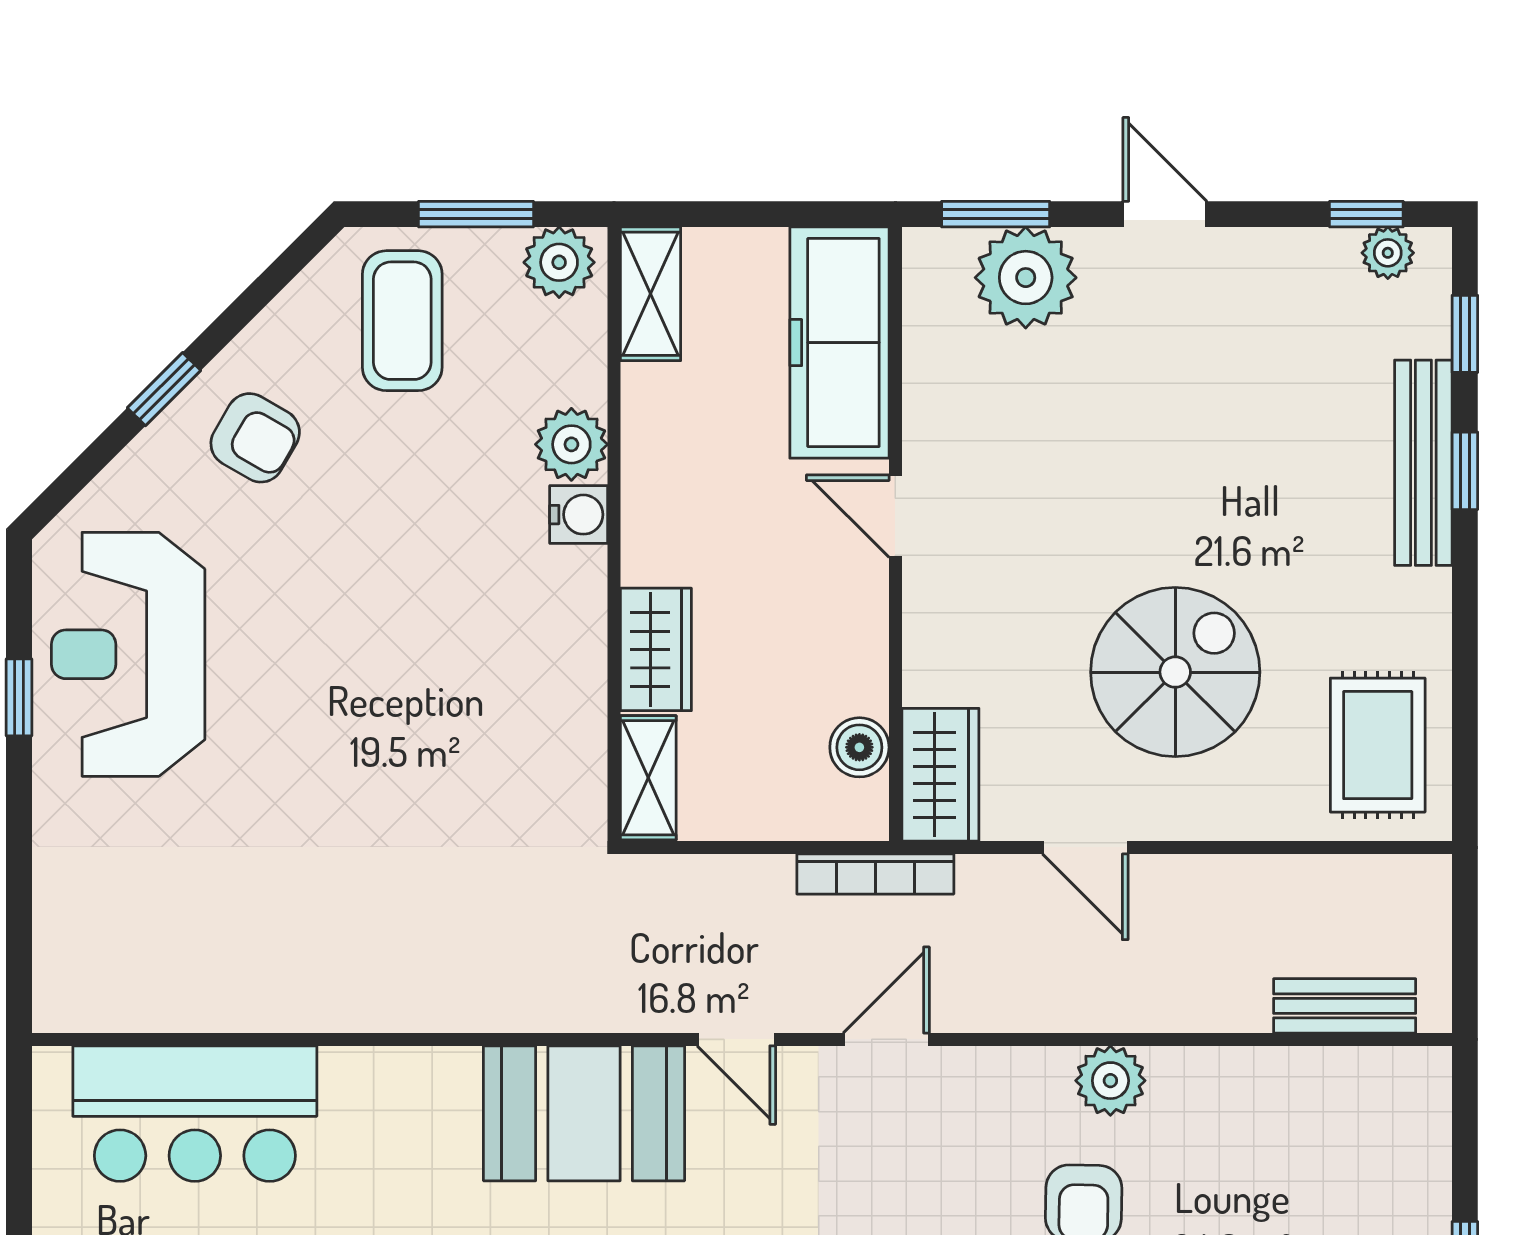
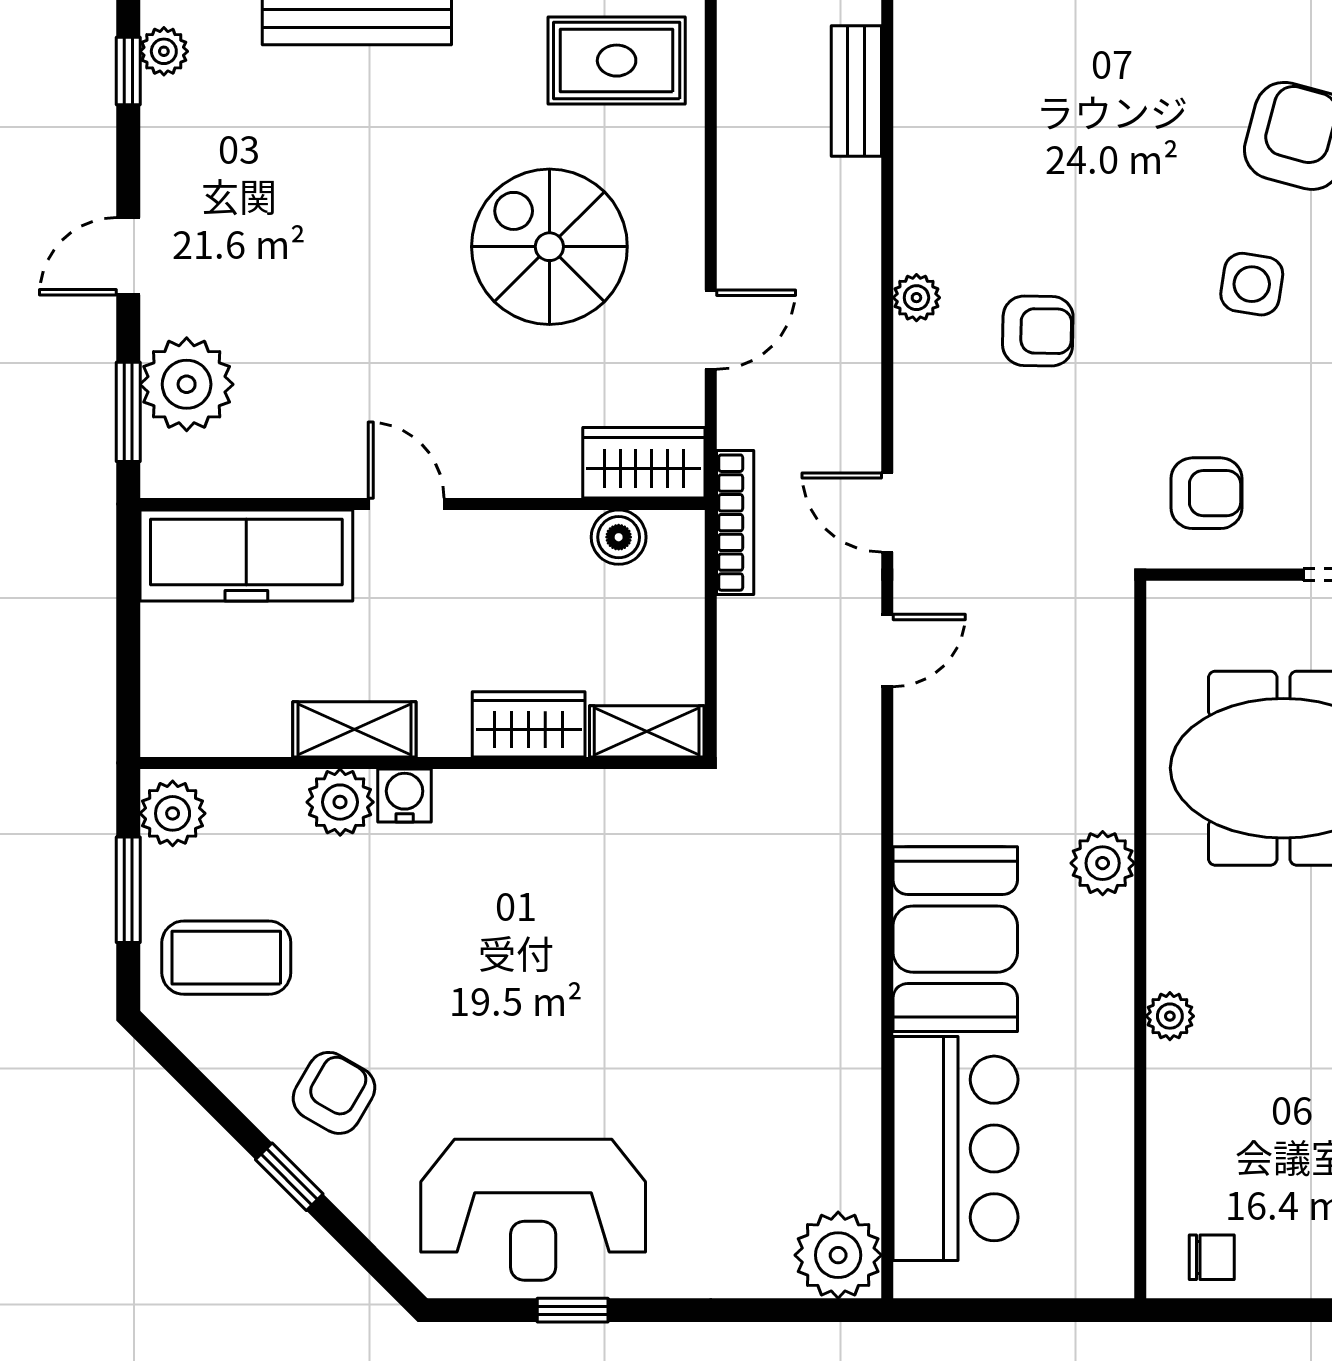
shelving: (650, 294) -> (354, 729), moved
door: (895, 516) -> (406, 504), swing flipped
plant: (79, 986) -> (838, 1255), added
plant: (1110, 1081) -> (916, 298), width x0.73, depth x0.73
booth: (584, 1113) -> (955, 939), moved

